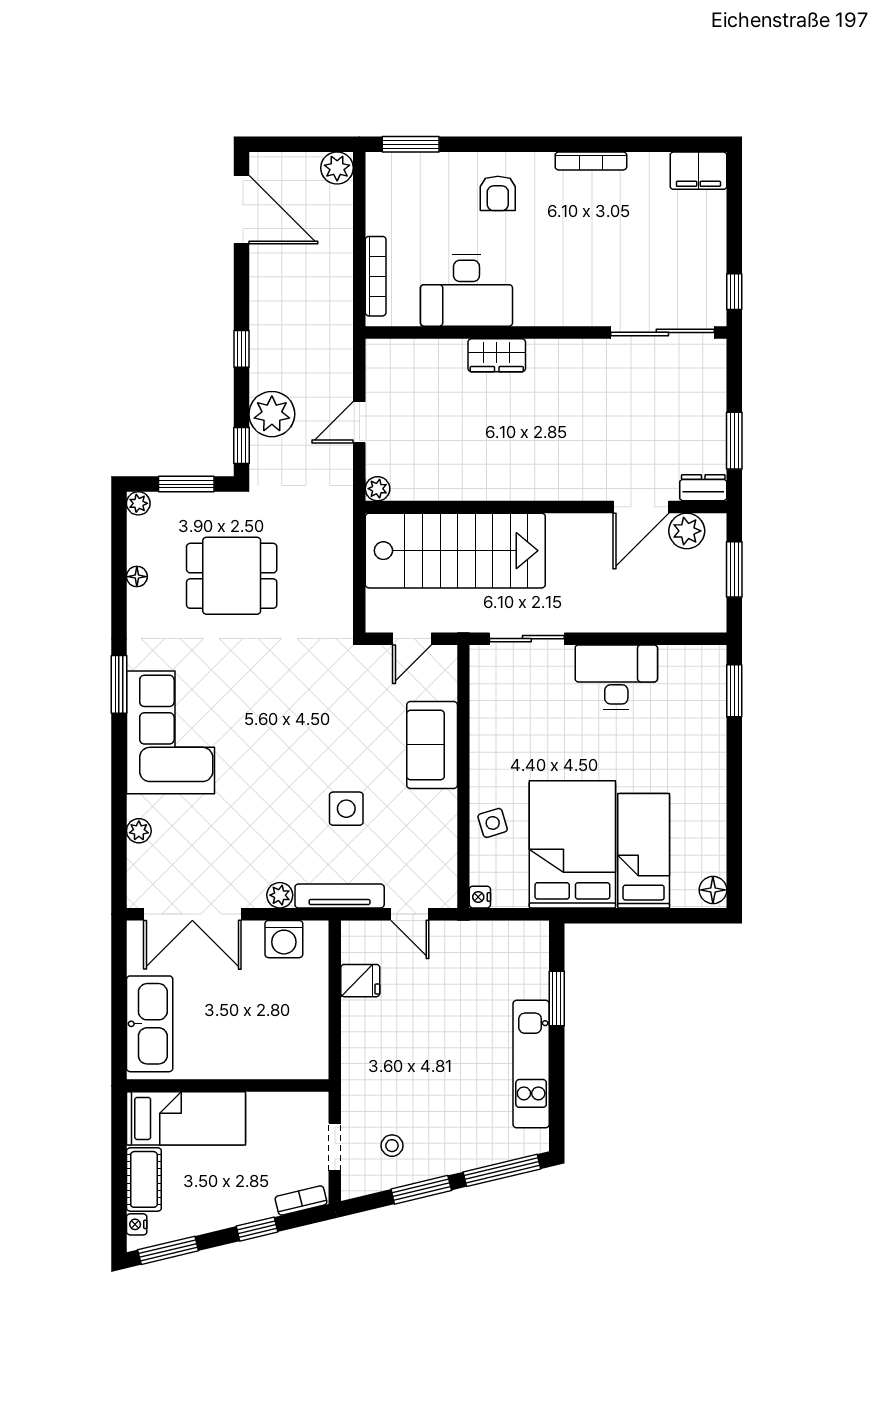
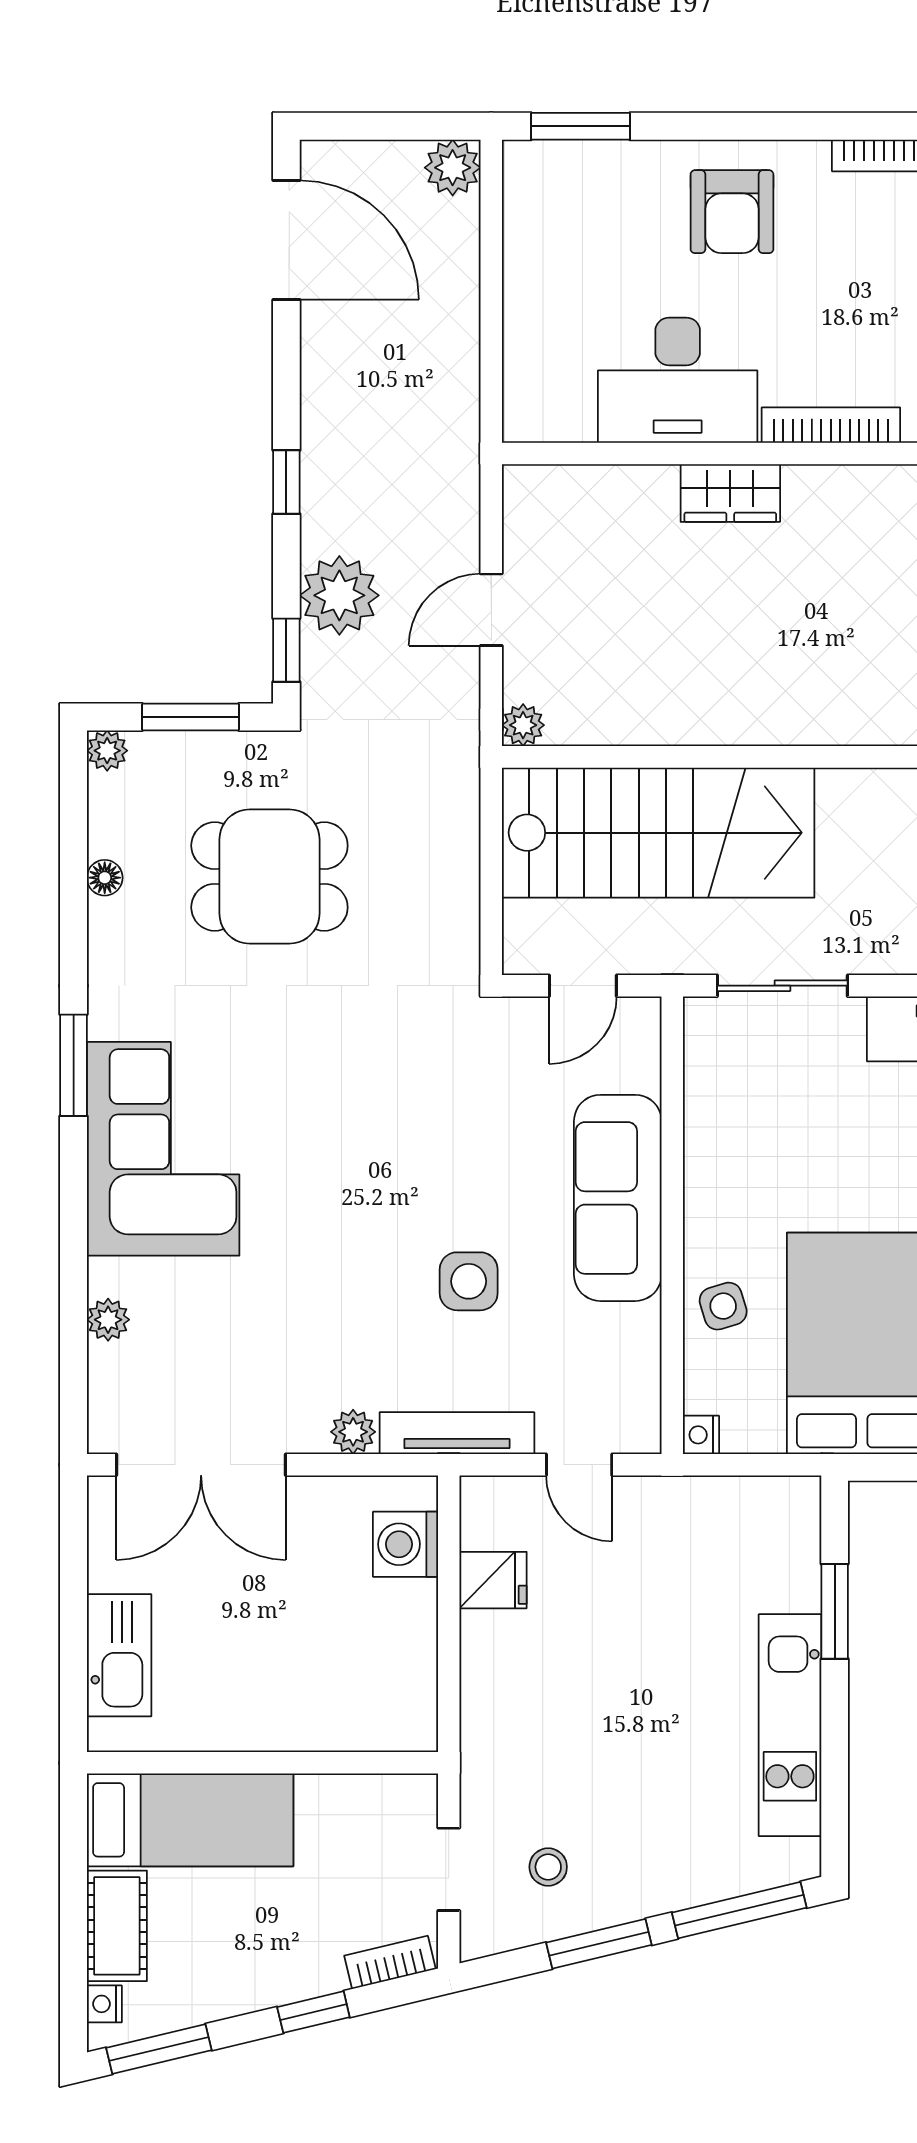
armchair: (498, 193) -> (732, 212), width x1.38, depth x1.38
bookcase: (376, 276) -> (831, 425), moved, turned -90
sofa: (432, 745) -> (618, 1198), width x1.36
washing machine: (284, 939) -> (405, 1544), moved, turned 90
kitchen sink: (150, 1024) -> (119, 1655), width x0.73, depth x0.81

